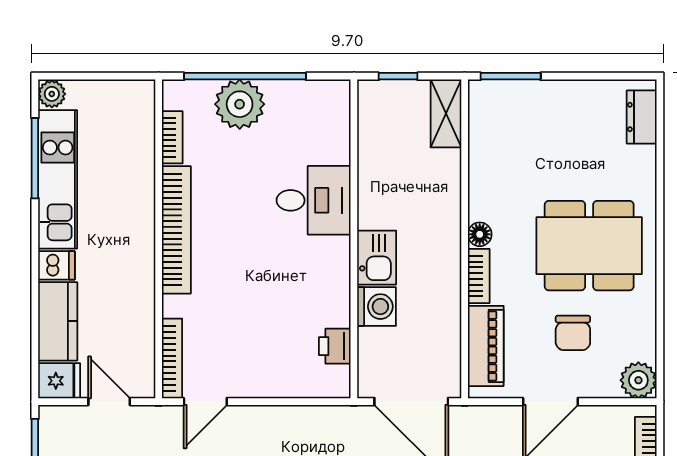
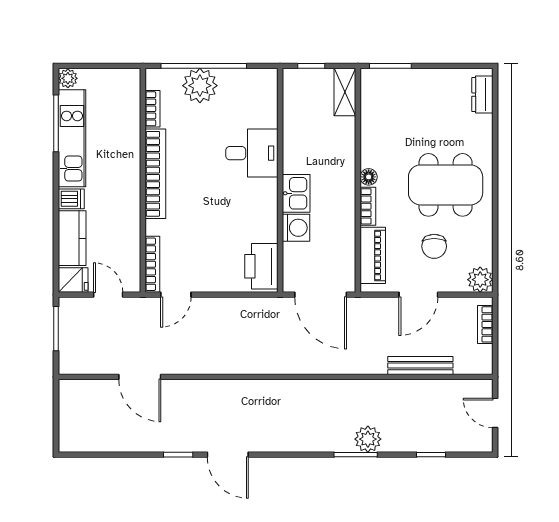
printer: (335, 346) -> (261, 266), width x1.87, depth x1.48

